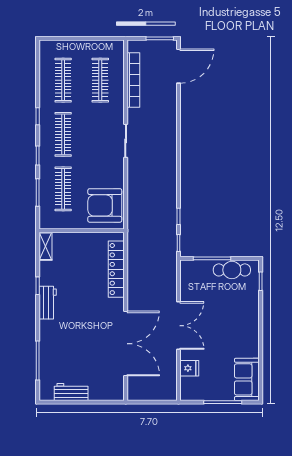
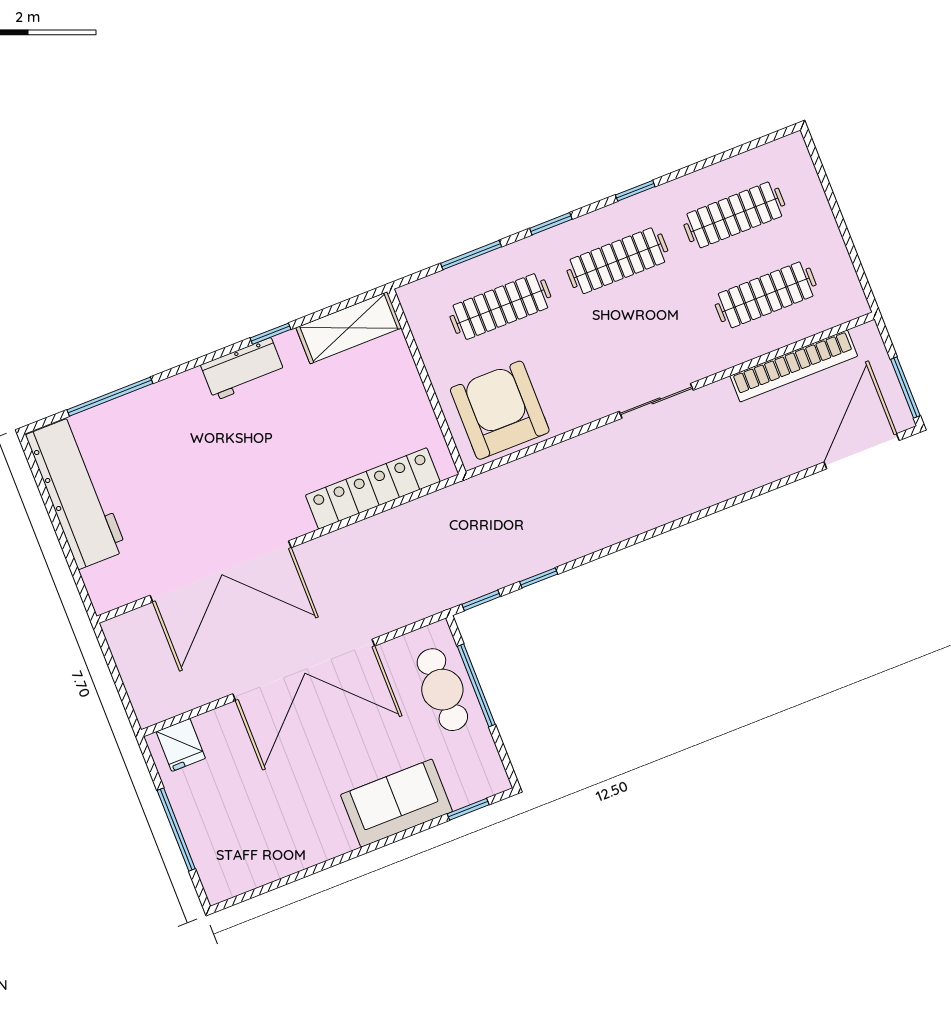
door: (179, 66) -> (862, 451), swing flipped
shelving: (46, 246) -> (349, 328), width x1.50, depth x1.33
cafe table: (232, 270) -> (442, 690), moved
double door: (179, 326) -> (304, 670), width x1.36
fridge: (189, 368) -> (181, 745), moved
sofa: (247, 379) -> (397, 803), moved
workbench: (71, 392) -> (76, 493), width x1.88, depth x1.32

